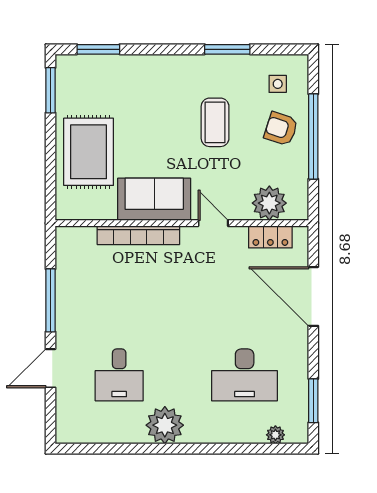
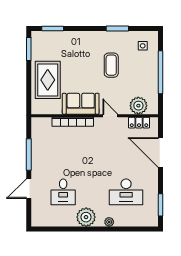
armchair: (281, 129) -> (144, 68), removed
plant: (275, 435) -> (109, 222), moved

